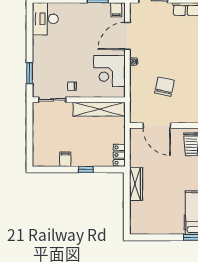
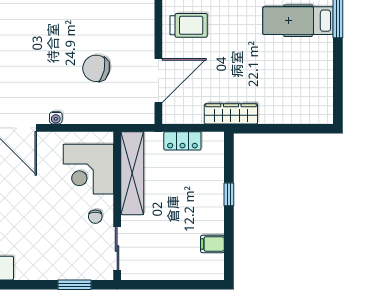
corner desk: (109, 71) -> (88, 169), moved, turned 90
locker: (119, 155) -> (182, 141), moved
filing cabinet: (65, 159) -> (212, 244), moved
wardrobe: (136, 184) -> (231, 114), moved

